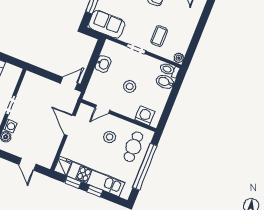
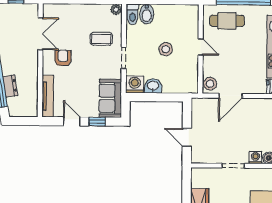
door: (69, 83) -> (187, 137), moved
door: (102, 109) -> (201, 47), moved
washing machine: (145, 116) -> (135, 84), moved, turned 90
stool: (110, 137) -> (210, 84), moved

